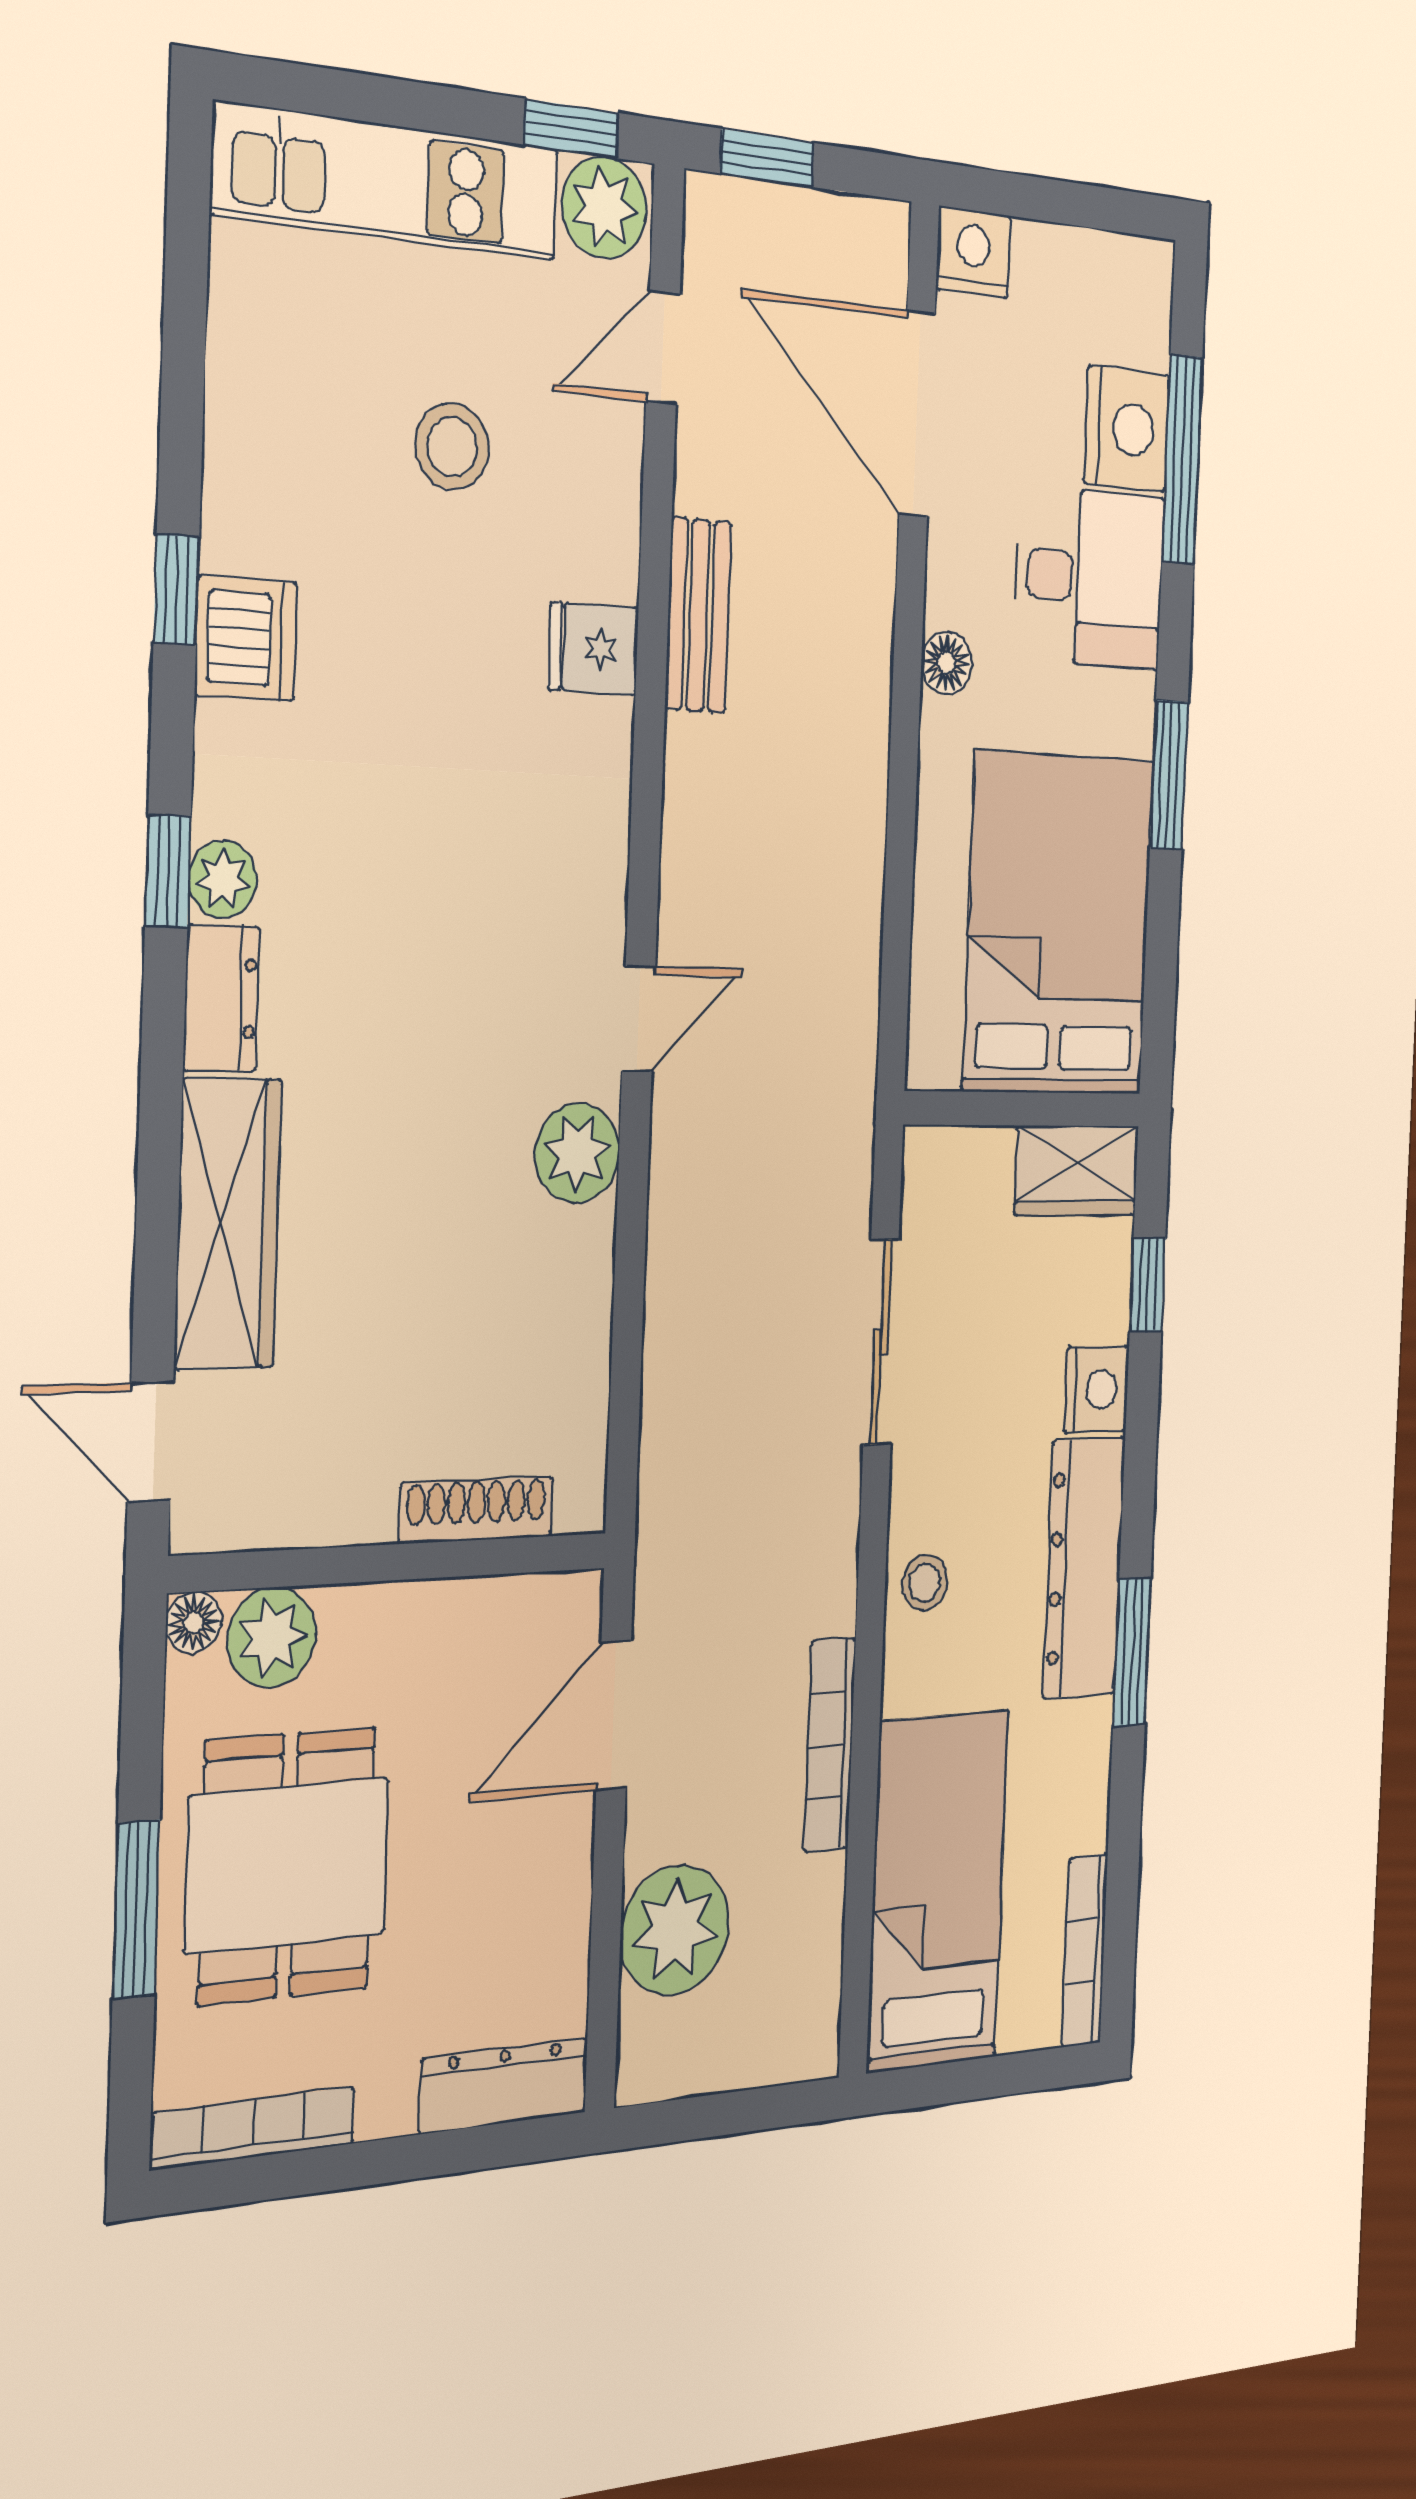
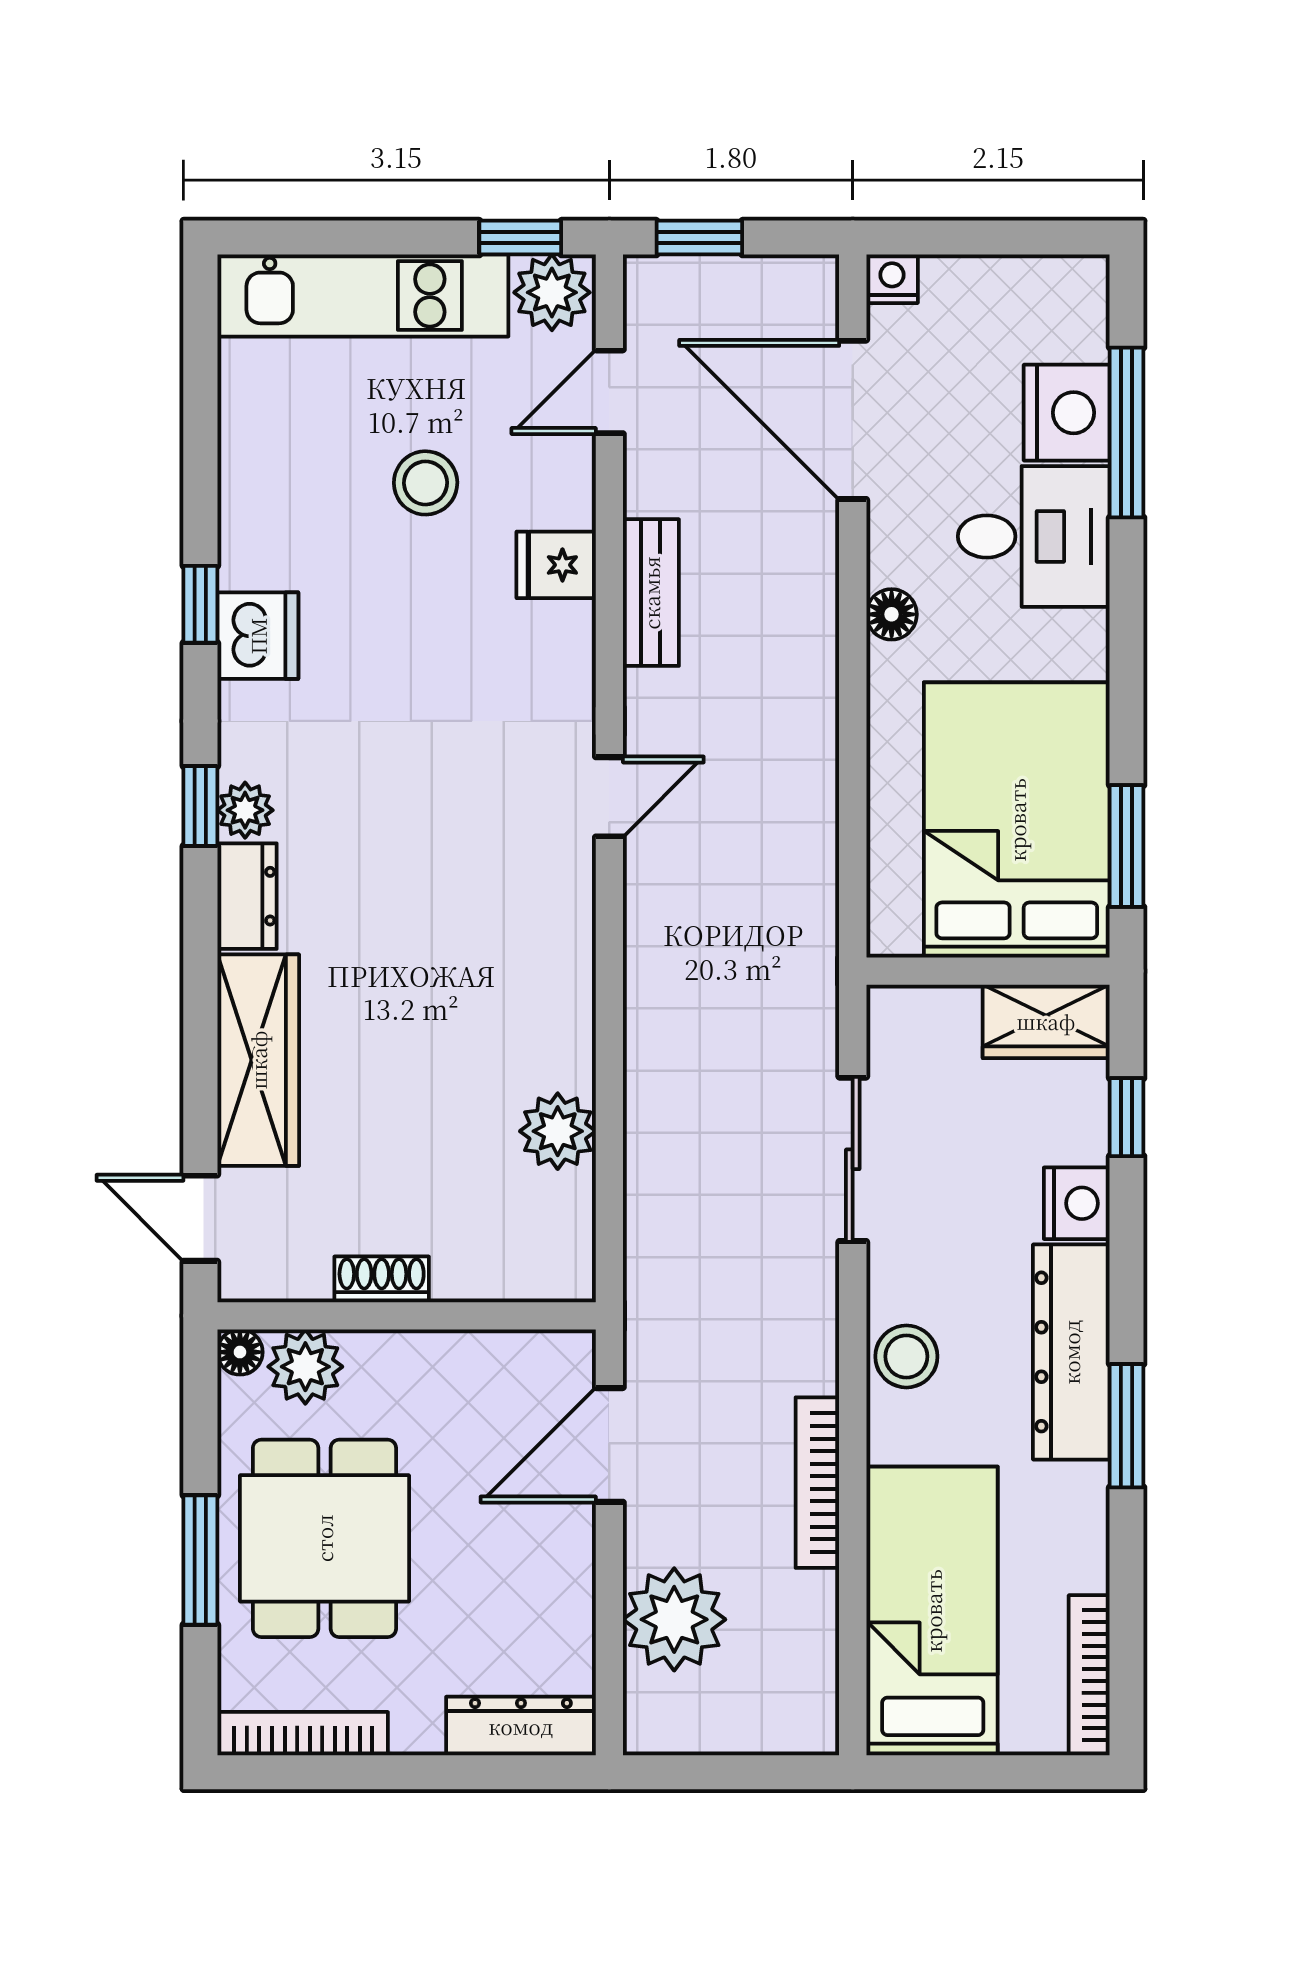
nightstand: (973, 252) -> (892, 279), width x0.72, depth x0.74
fridge: (593, 649) -> (556, 565), moved
window: (1169, 775) -> (1127, 846), moved
door: (639, 1019) -> (609, 797), moved
plant: (577, 1153) -> (558, 1131), moved
shoe rack: (476, 1510) -> (382, 1279), moved, width x0.70
stool: (925, 1583) -> (906, 1356), width x1.37, depth x1.37

